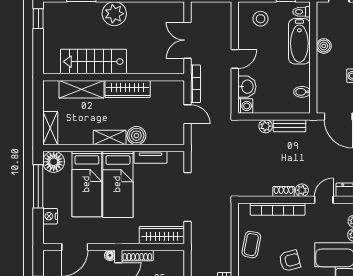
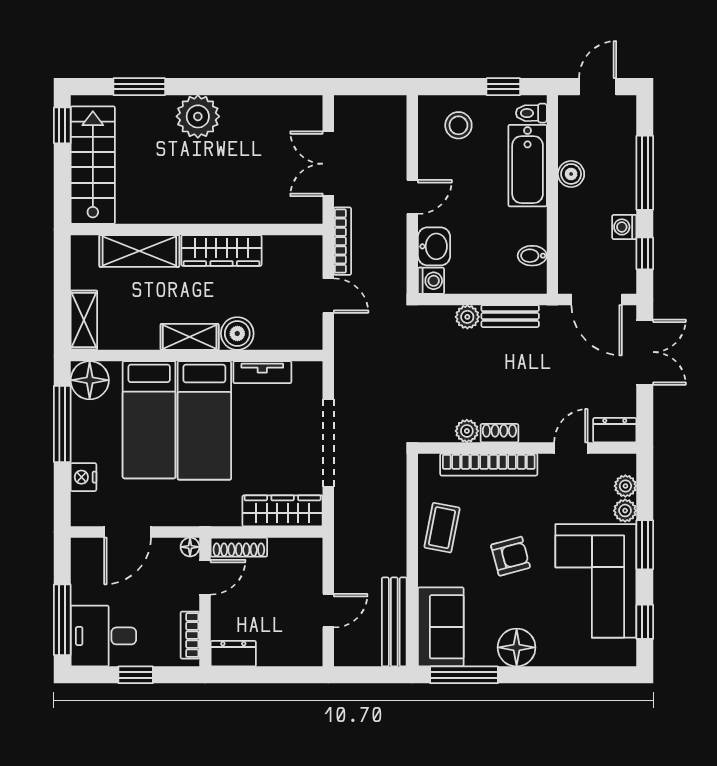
stairs: (93, 62) -> (93, 165), moved, turned 90
plant: (302, 190) -> (467, 431), moved

